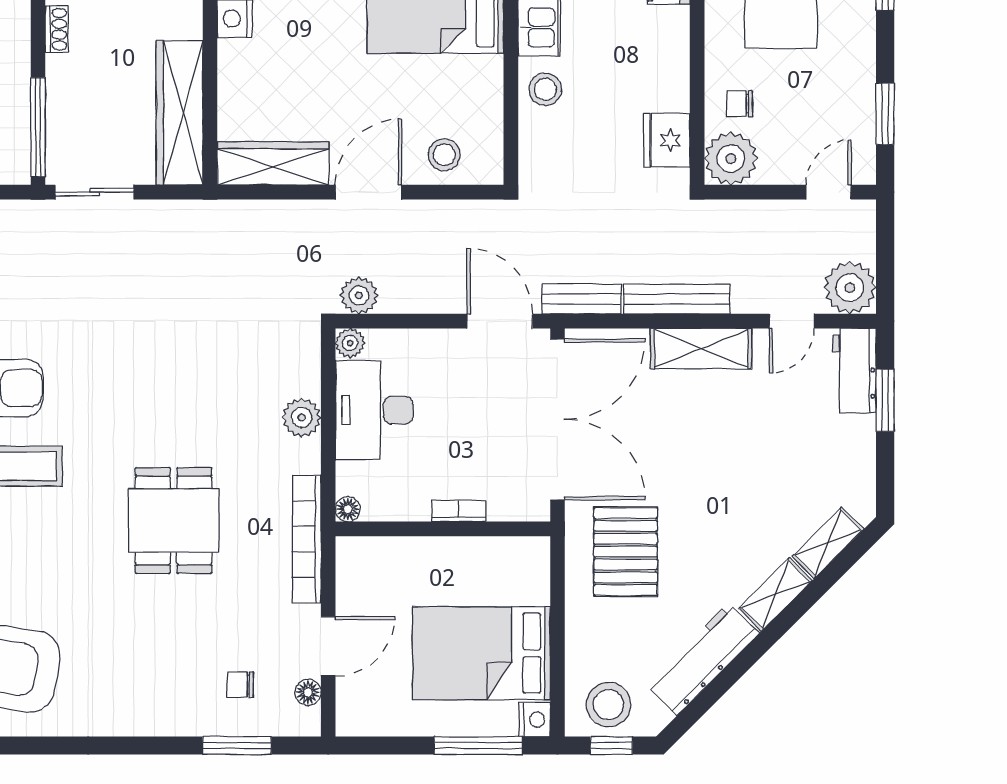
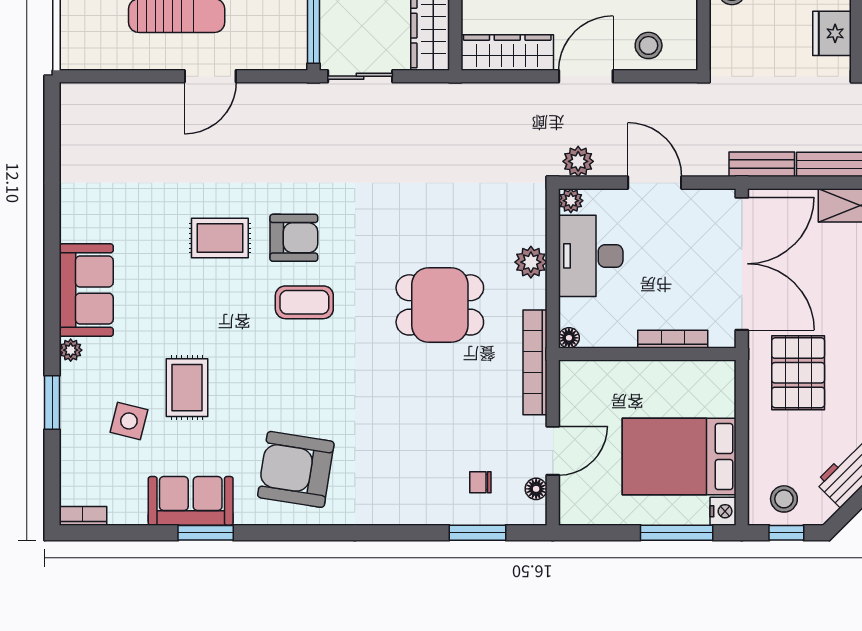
door: (500, 321) -> (655, 183), moved
bookcase: (459, 511) -> (673, 339), width x1.56
dining table: (174, 520) -> (440, 305), moved, turned 90
stool: (608, 705) -> (784, 499), width x0.73, depth x0.73

